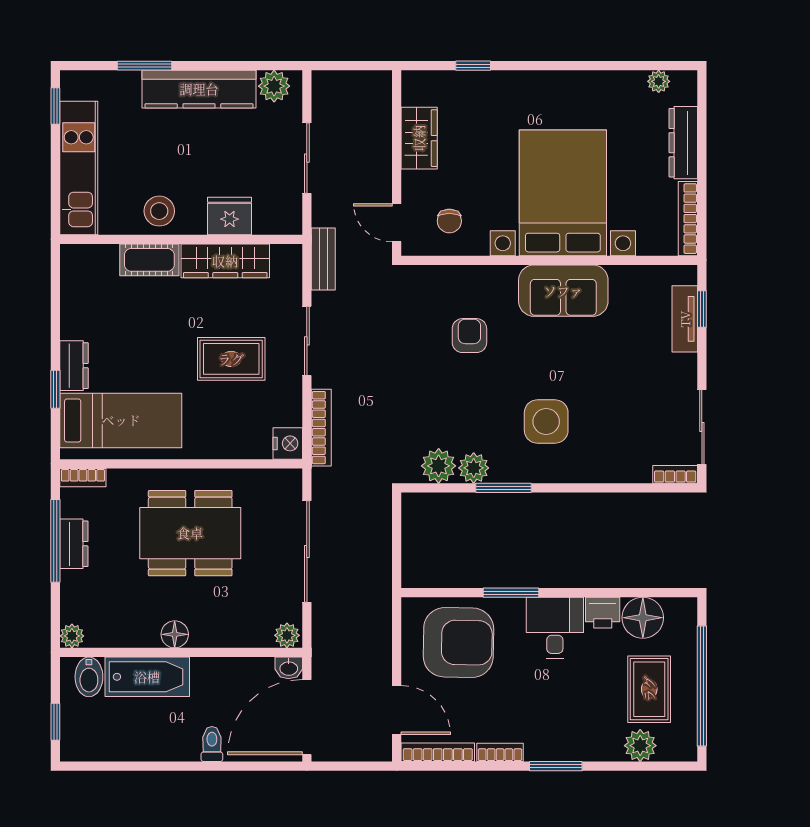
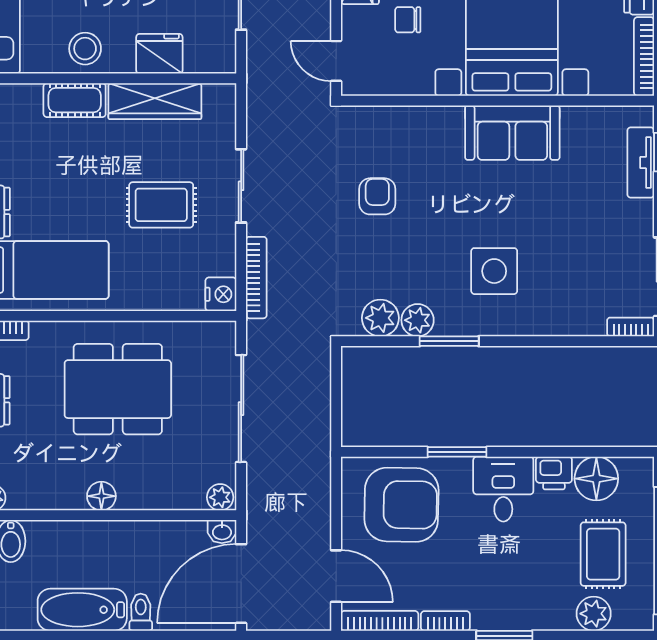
chair: (449, 221) -> (408, 20), moved, turned 90
bench: (323, 259) -> (258, 99), removed
armchair: (469, 336) -> (377, 196), moved
bathtub: (147, 677) -> (82, 610), moved, turned 180

